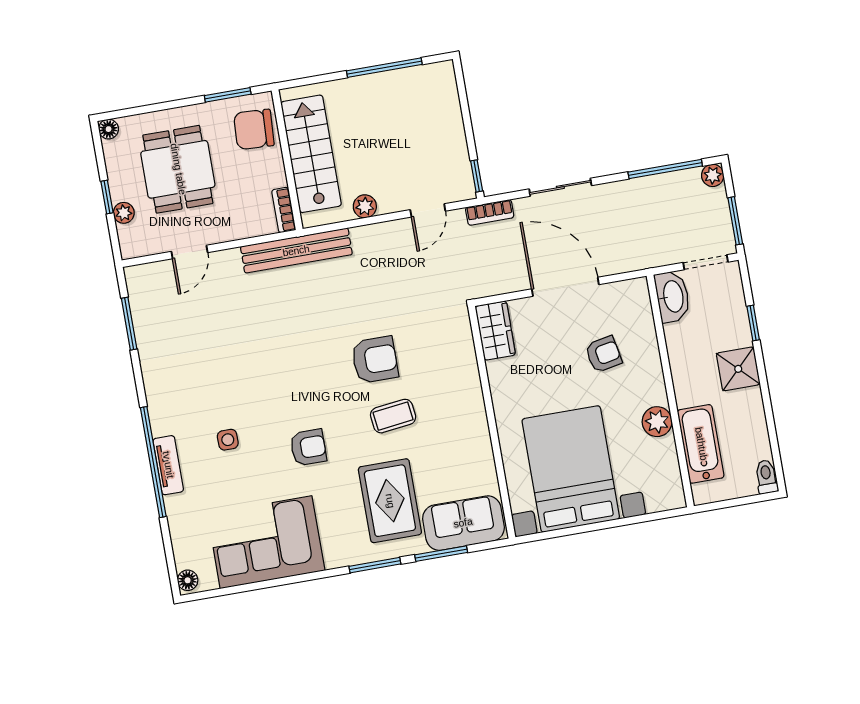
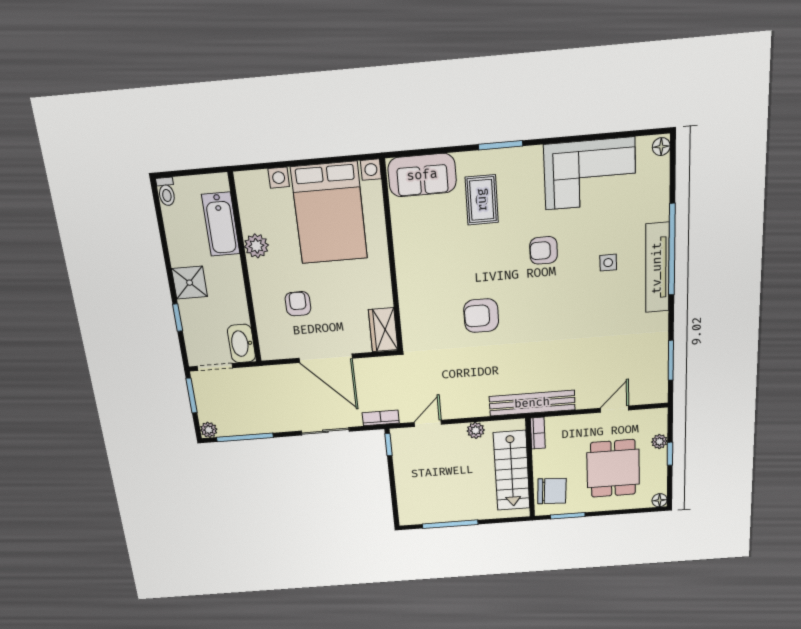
armchair: (603, 354) -> (298, 304), turned 101
coffee table: (393, 416) -> (471, 270), removed
tv unit: (168, 465) -> (657, 268), width x1.92, depth x1.29
rug: (390, 501) -> (482, 200), width x0.73, depth x0.70
window: (441, 554) -> (443, 150), removed

